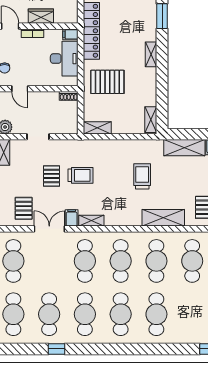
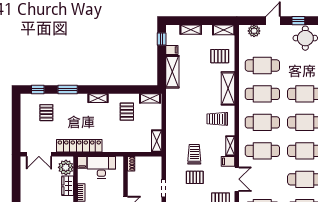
plant: (64, 14) -> (66, 167), added
pallet: (107, 82) -> (127, 112), moved, width x0.67, depth x0.71
trolley: (142, 176) -> (217, 119), moved
double door: (49, 229) -> (237, 179), swing flipped

